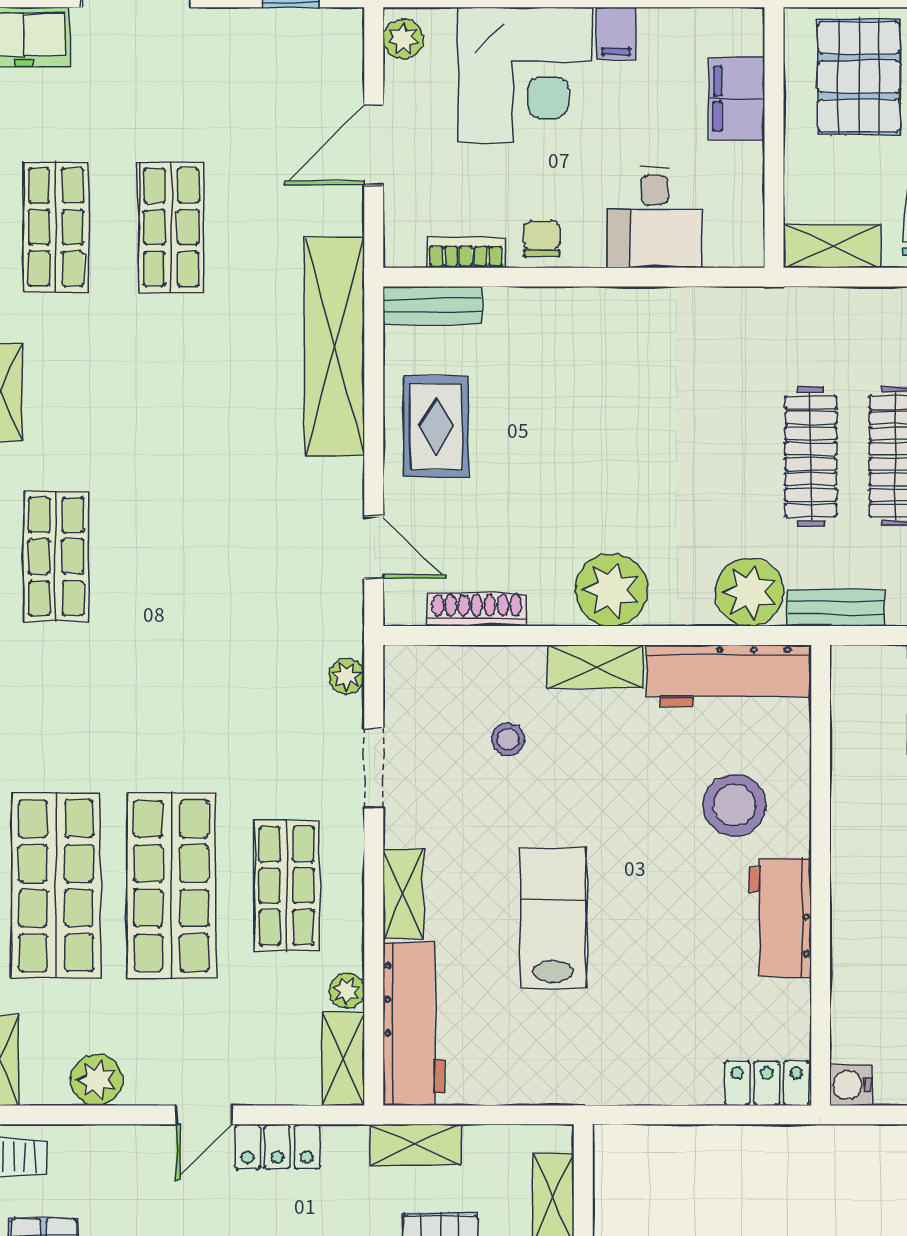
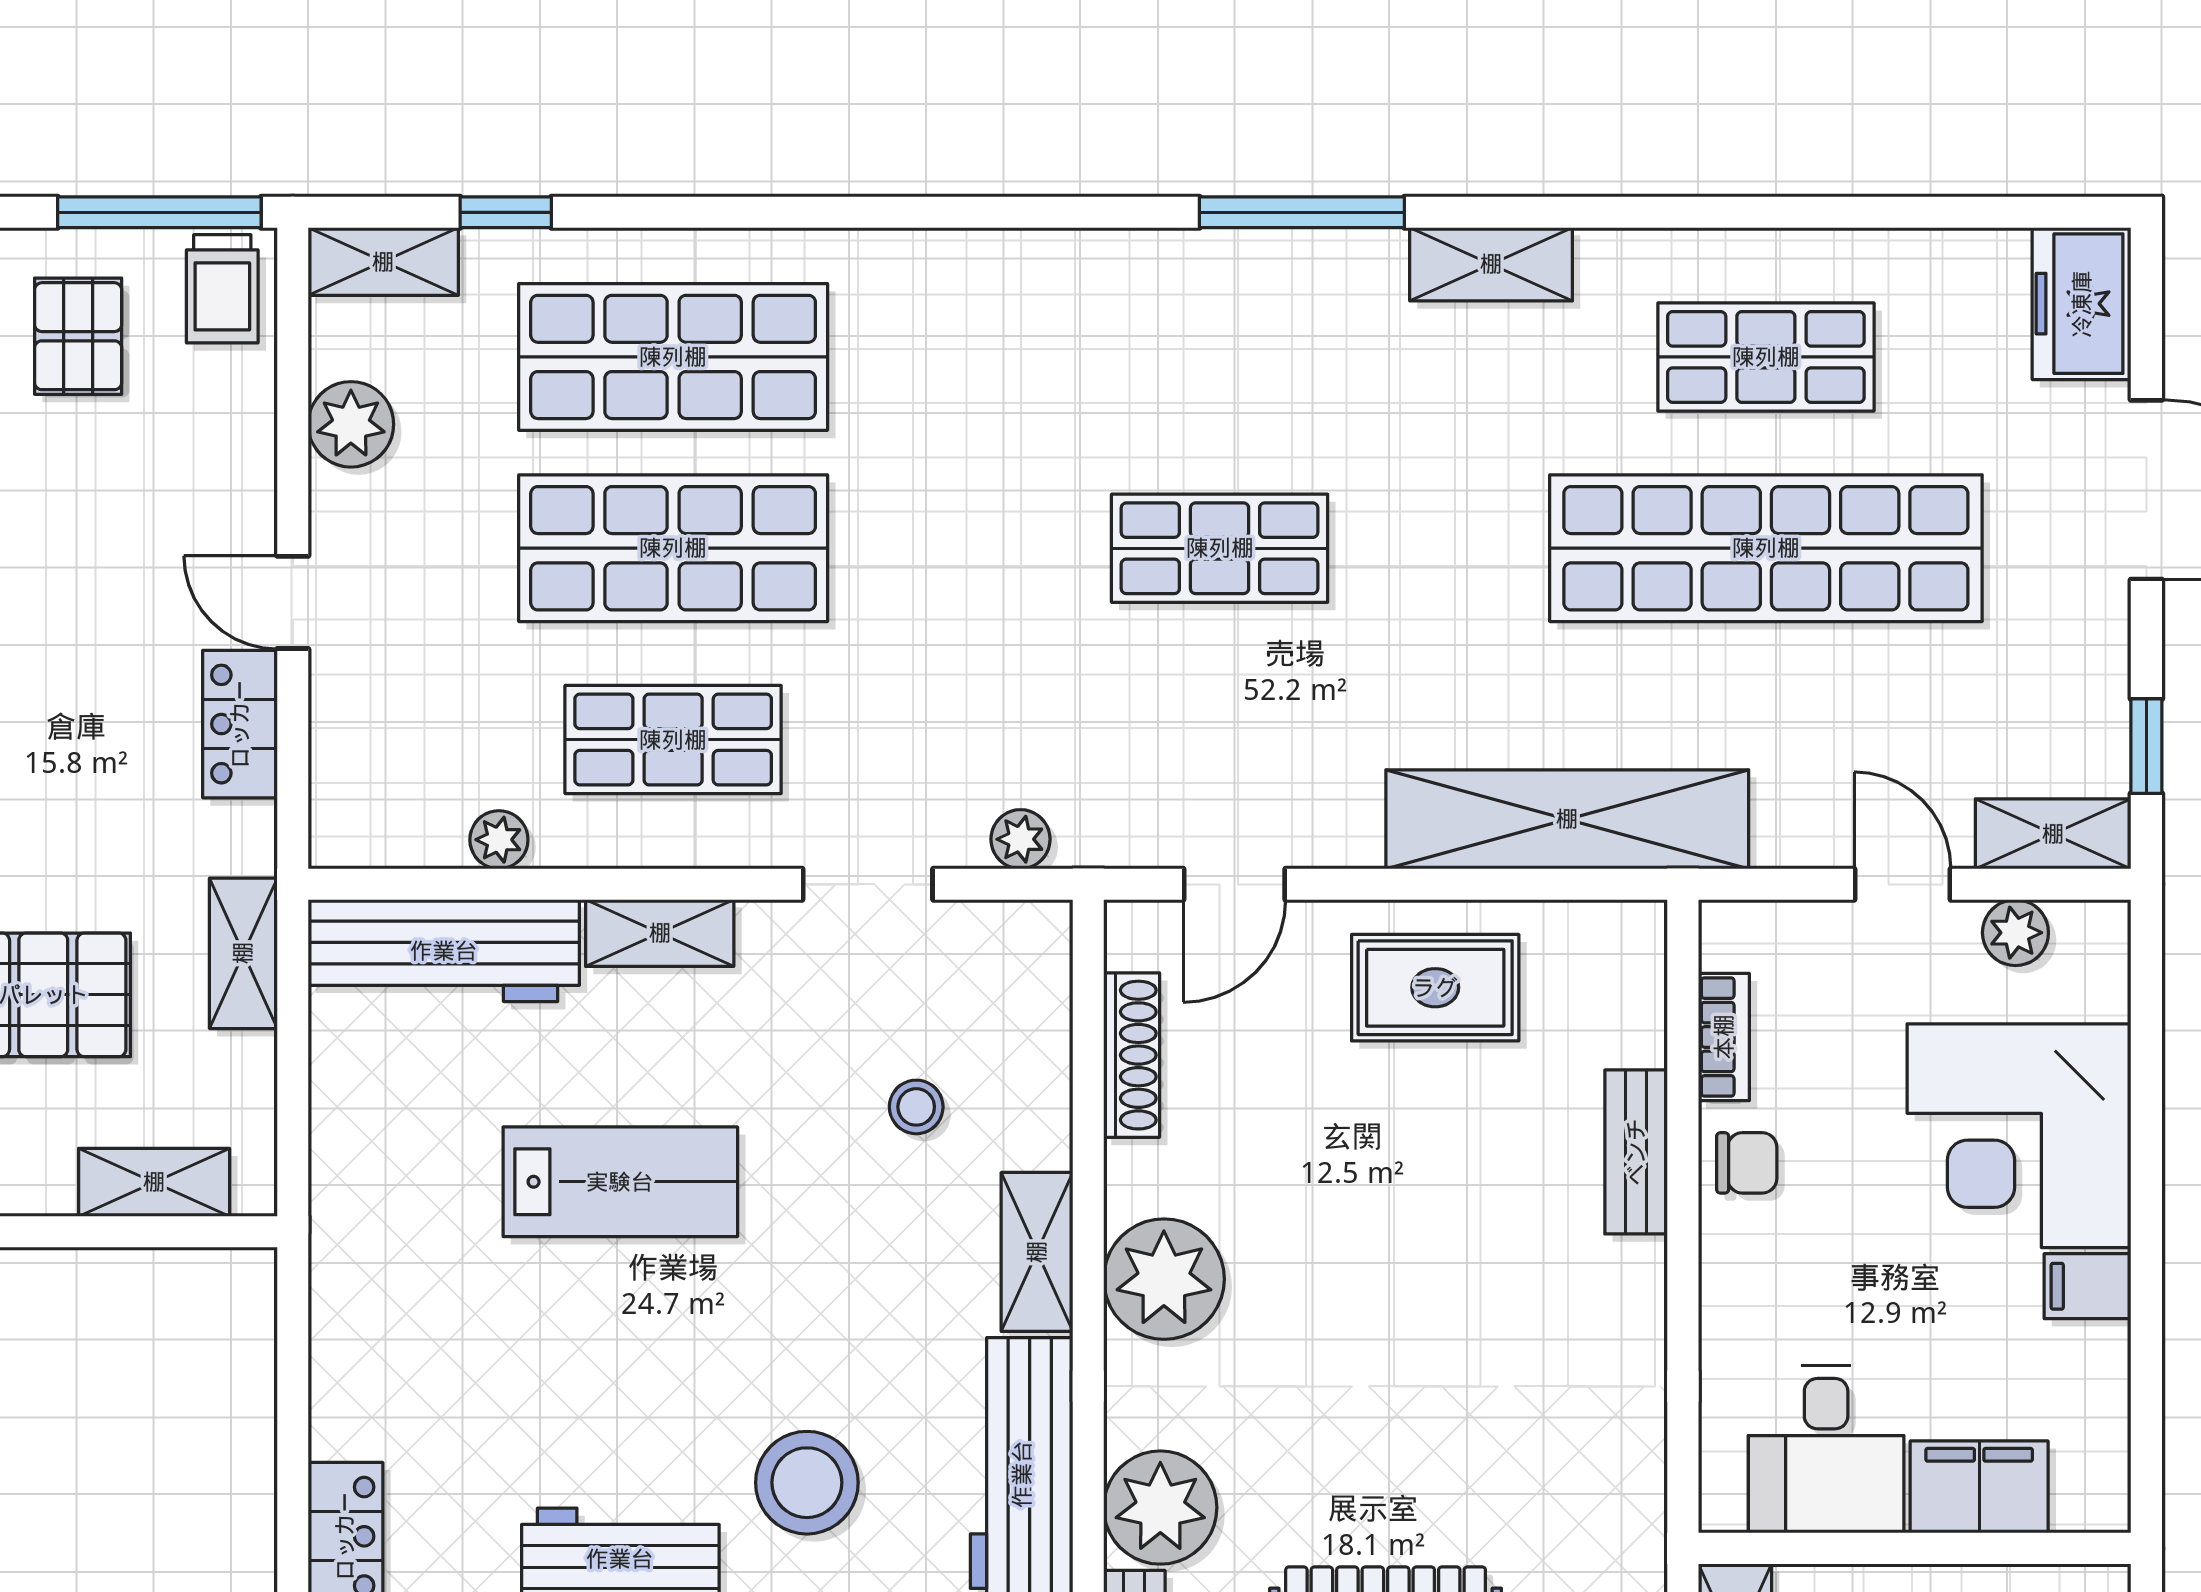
plant: (403, 39) -> (2015, 933), moved
door: (374, 145) -> (1902, 884), width x0.73
desk: (654, 217) -> (1826, 1449), moved, turned -90
shop shelf: (171, 227) -> (1766, 548), width x2.00, depth x1.36
bench: (432, 305) -> (1636, 1152), moved
shop shelf: (56, 556) -> (1220, 548), moved
shelving: (343, 1059) -> (2053, 834), moved

